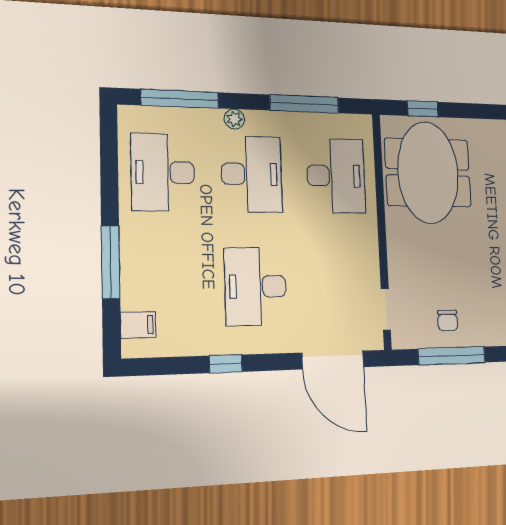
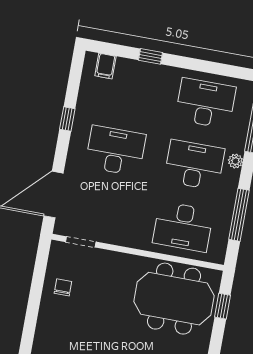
desk: (252, 174) -> (194, 165), turned 180
window: (111, 262) -> (151, 56), width x0.46
chair: (448, 321) -> (63, 287), turned 90
window: (452, 356) -> (37, 284), removed

